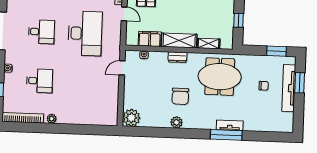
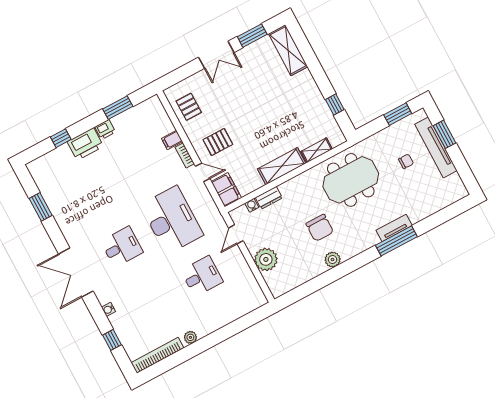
filing cabinet: (150, 39) -> (226, 190), moved, turned 90
dresser: (177, 57) -> (269, 198), moved
desk: (40, 81) -> (202, 276), moved
plant: (131, 118) -> (266, 259), moved

